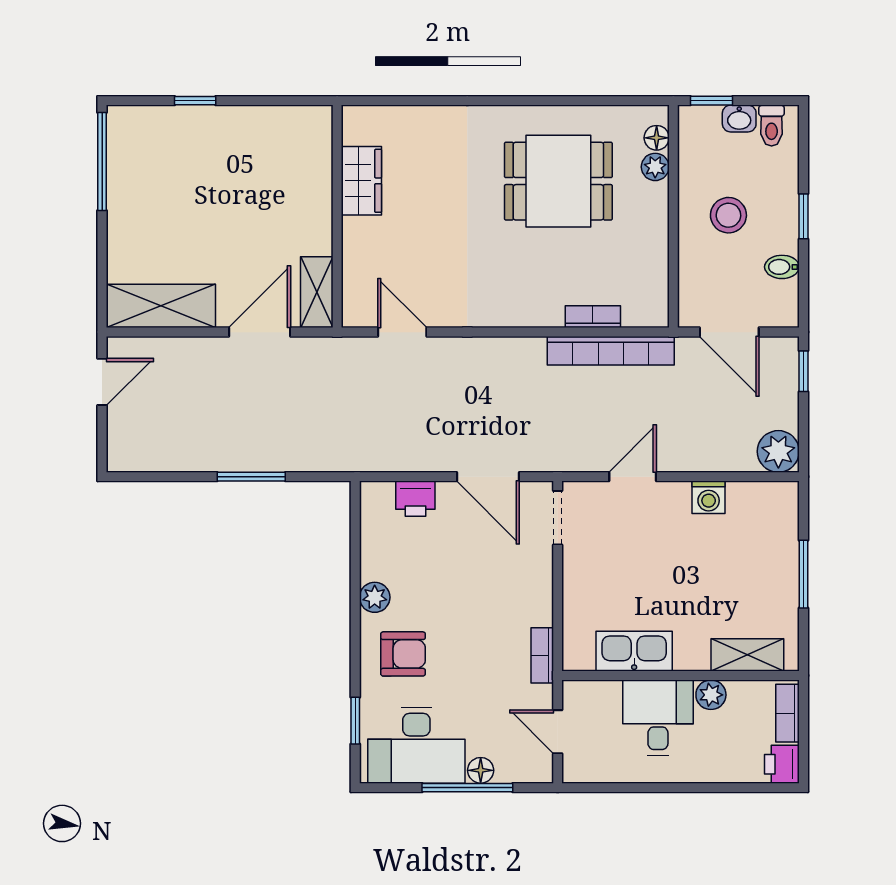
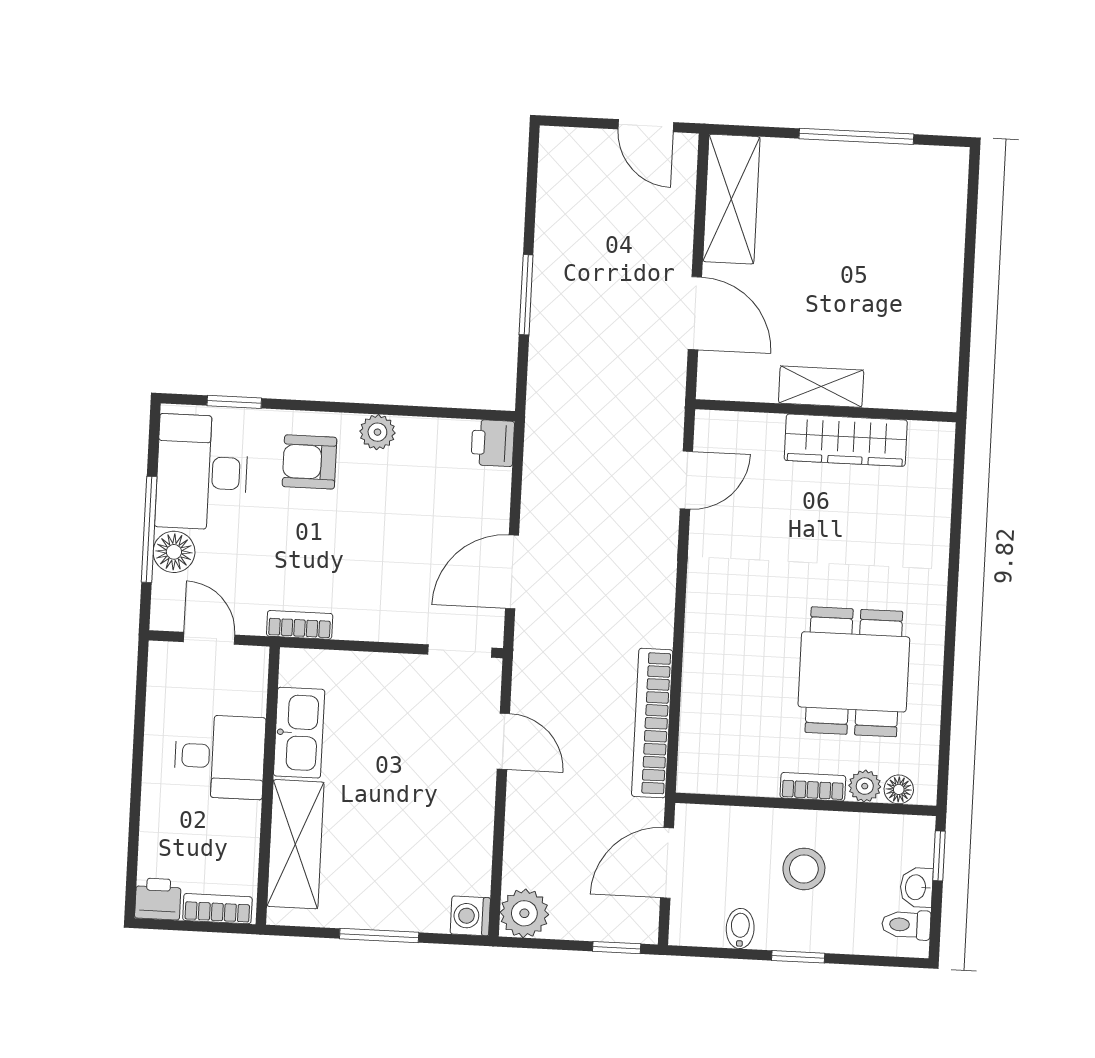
window: (195, 101) -> (970, 251), removed
window: (102, 162) -> (856, 136), moved
wardrobe: (361, 181) -> (846, 440), width x1.50
shelving: (317, 292) -> (821, 387), moved
bookcase: (593, 317) -> (813, 787), moved, turned -90
washing machine: (709, 497) -> (470, 916), moved
printer: (415, 499) -> (493, 443), moved
armchair: (403, 654) -> (309, 462), turned 90
shelving: (747, 655) -> (295, 844), width x1.50, depth x1.33
plant: (711, 695) -> (243, 820), removed
door: (558, 732) -> (209, 638), hinge flipped
floor lamp: (481, 770) -> (174, 552), width x1.37, depth x1.37

